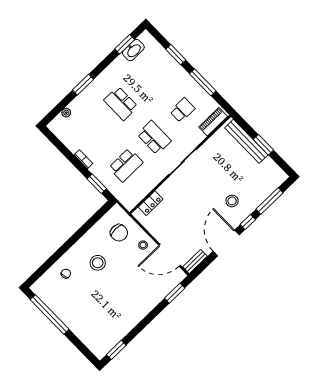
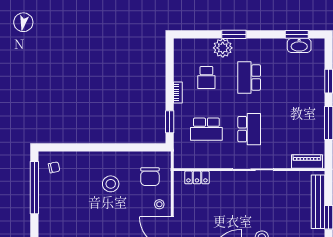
school desk: (182, 110) -> (206, 78), moved, turned 90
plant: (66, 113) -> (223, 48), moved, width x1.88, depth x1.88
chair: (66, 274) -> (54, 167), moved

